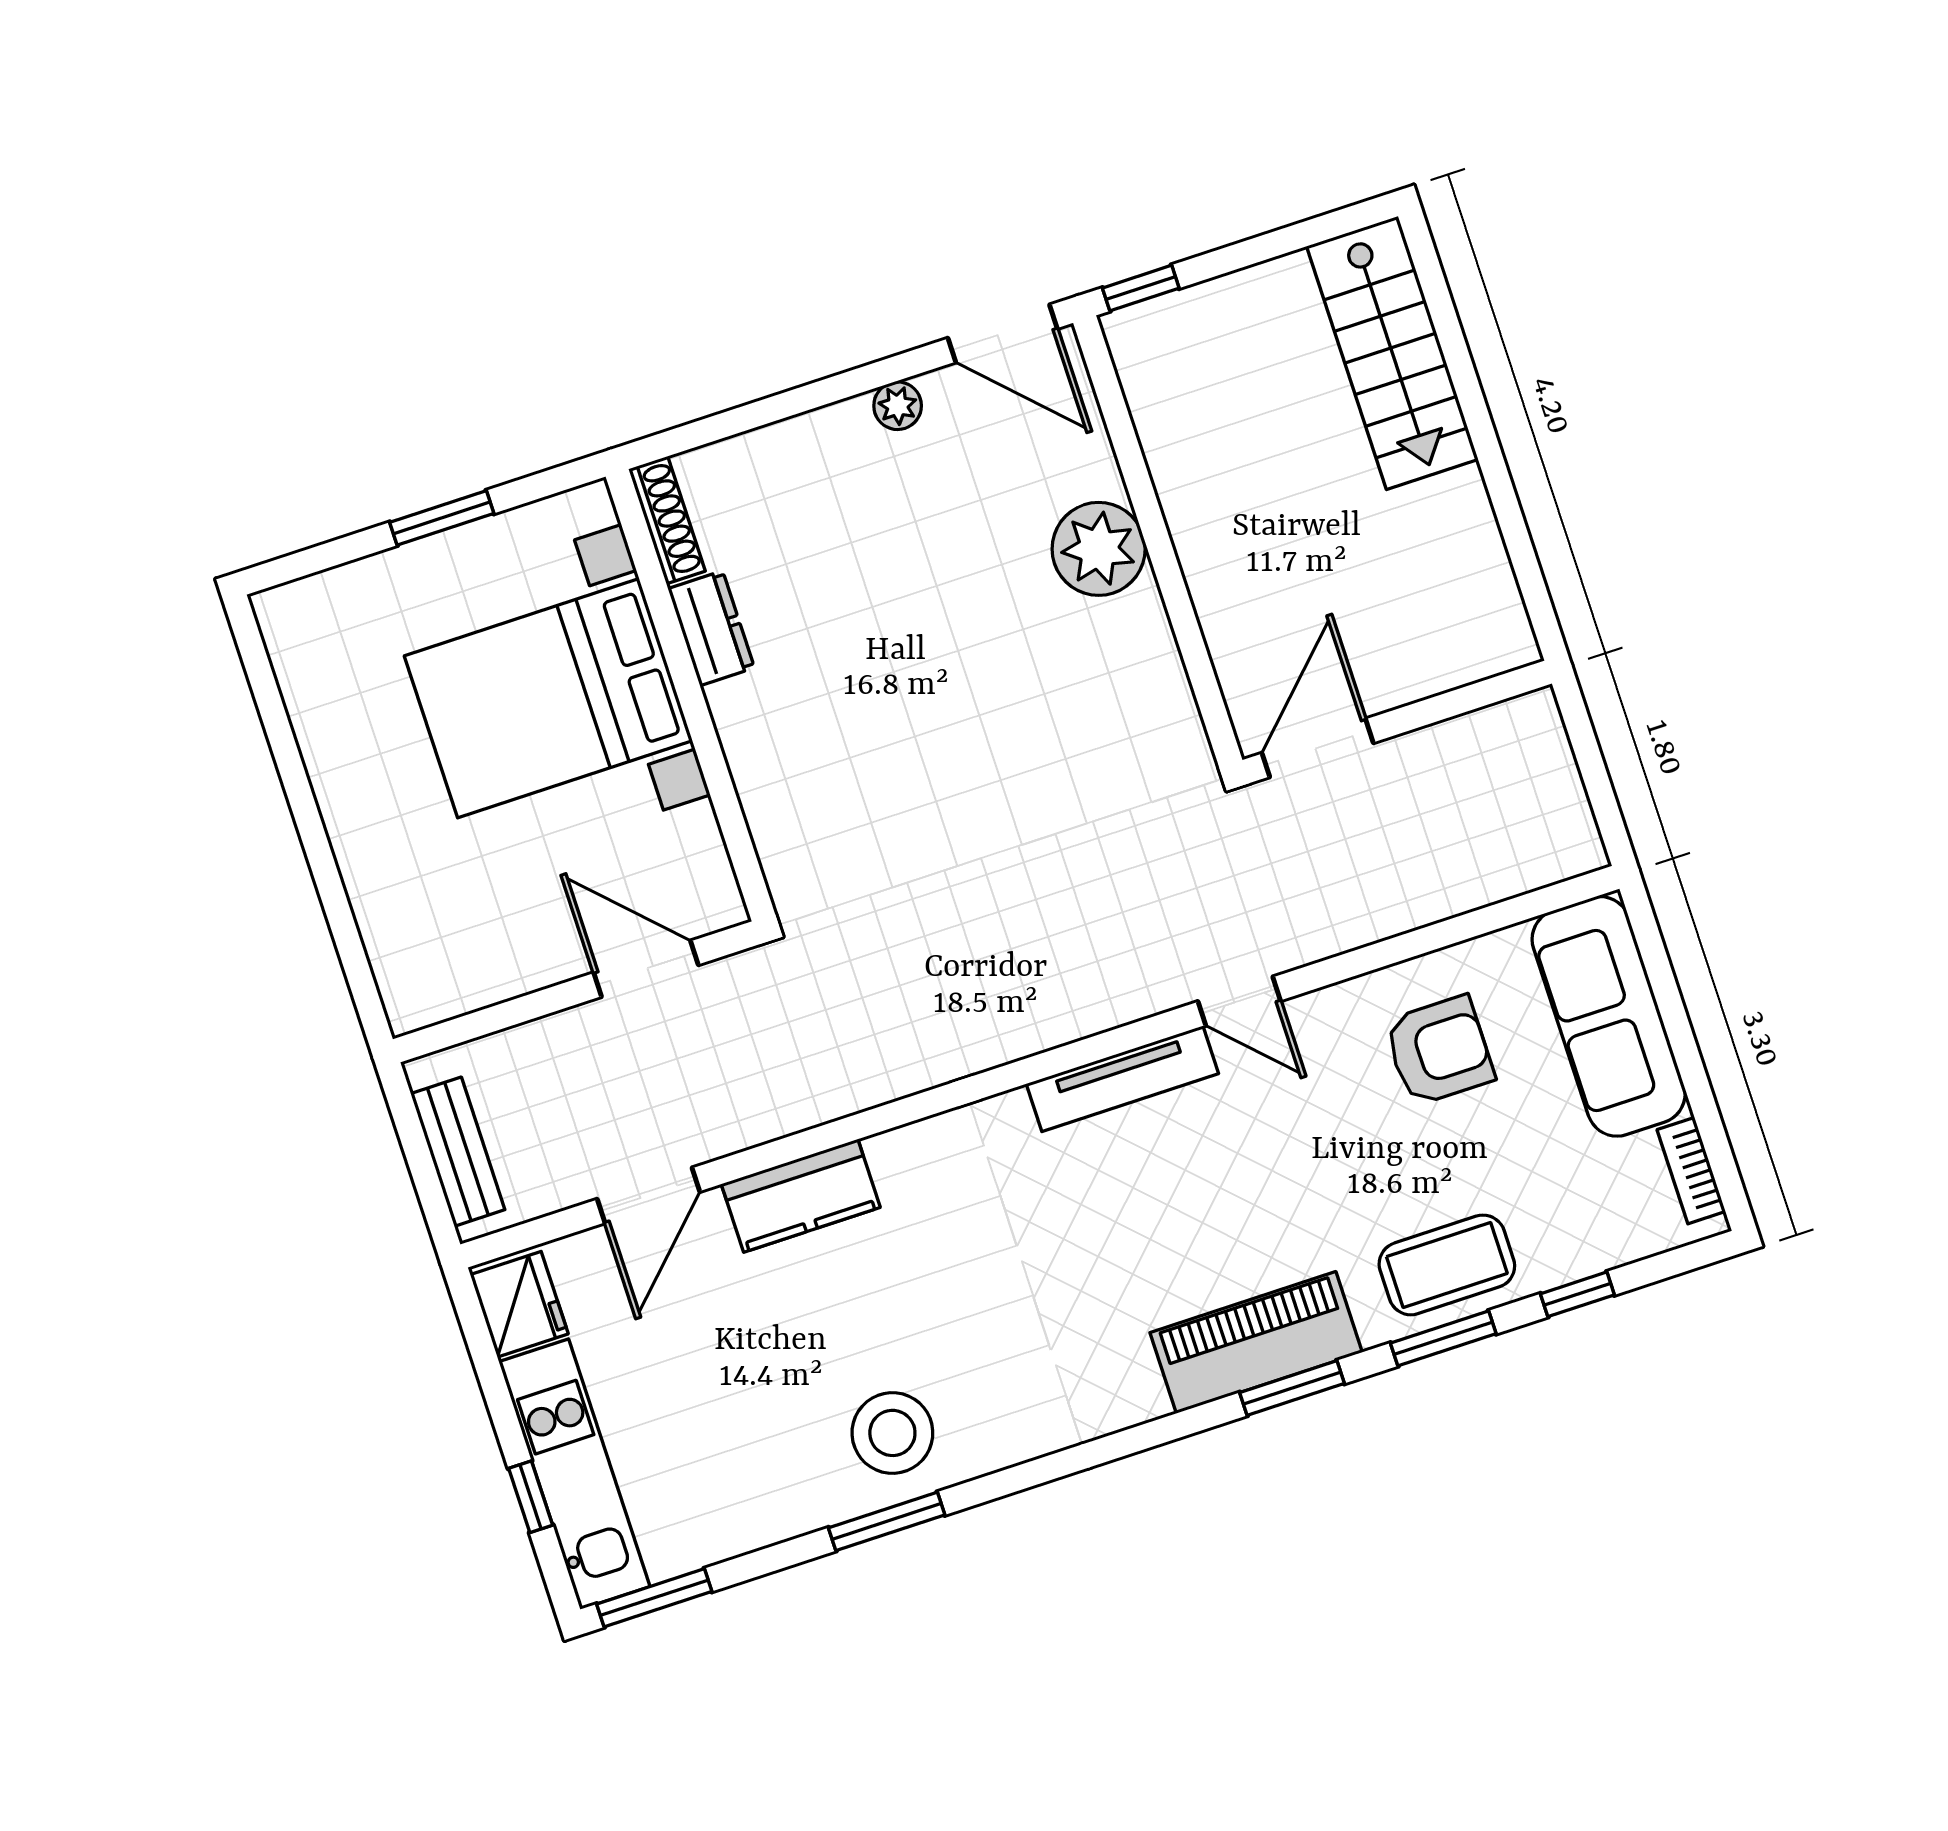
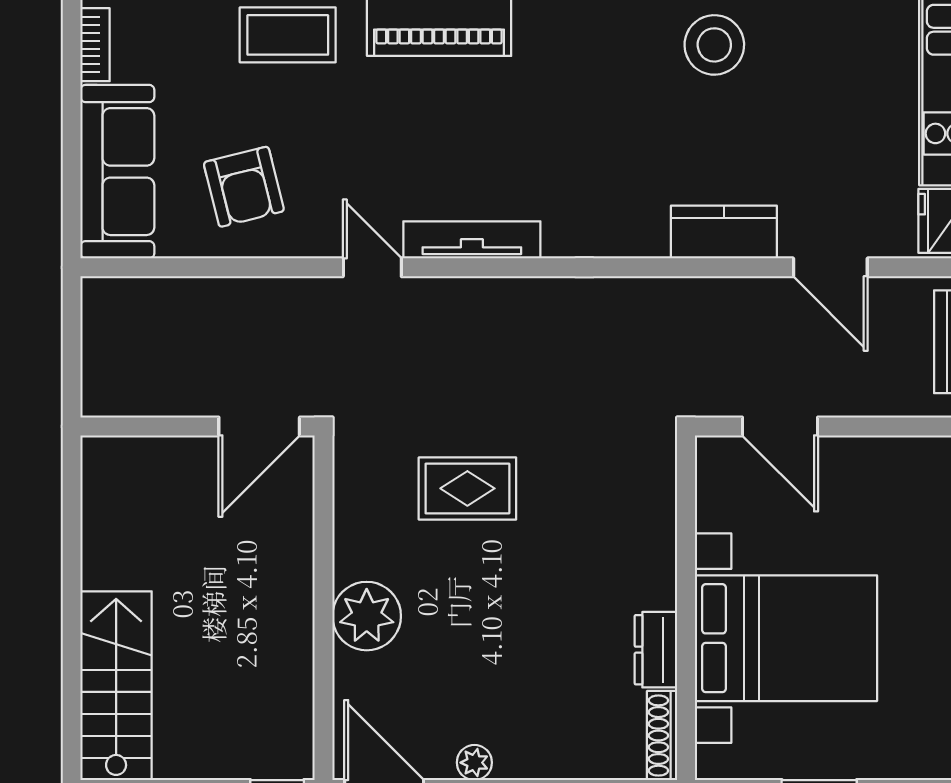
rug: (1023, 756) -> (467, 488), added
armchair: (1439, 1051) -> (244, 187), turned -104
door: (648, 1195) -> (830, 267), swing flipped

